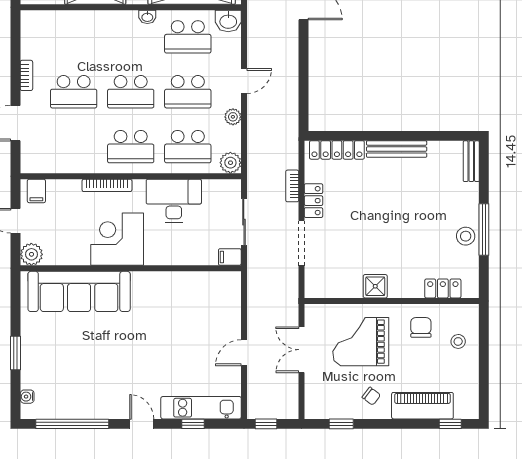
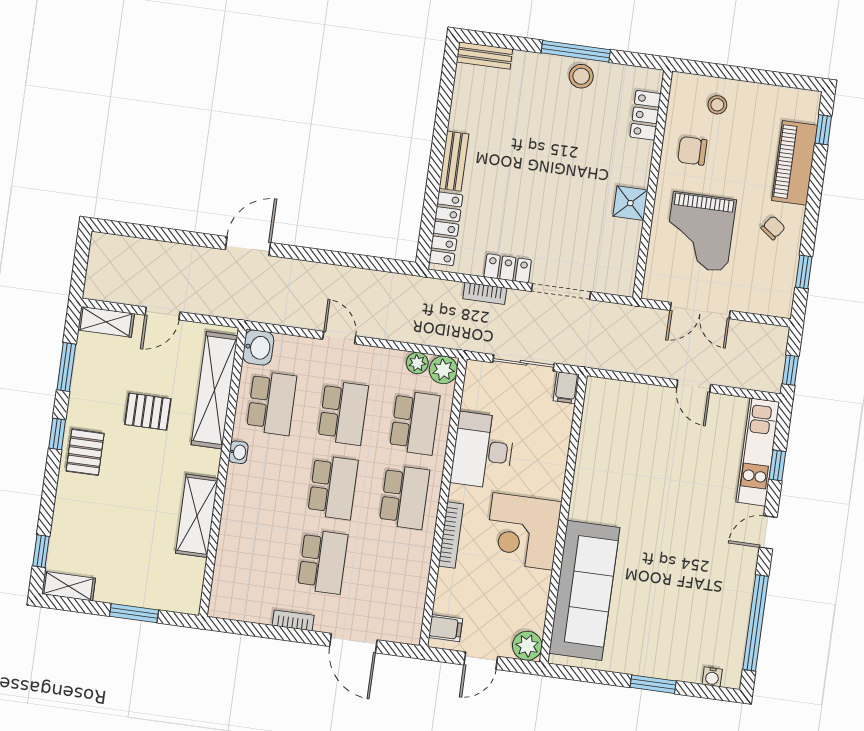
plant: (233, 117) -> (417, 363), moved
bench: (397, 149) -> (454, 161), width x0.73

